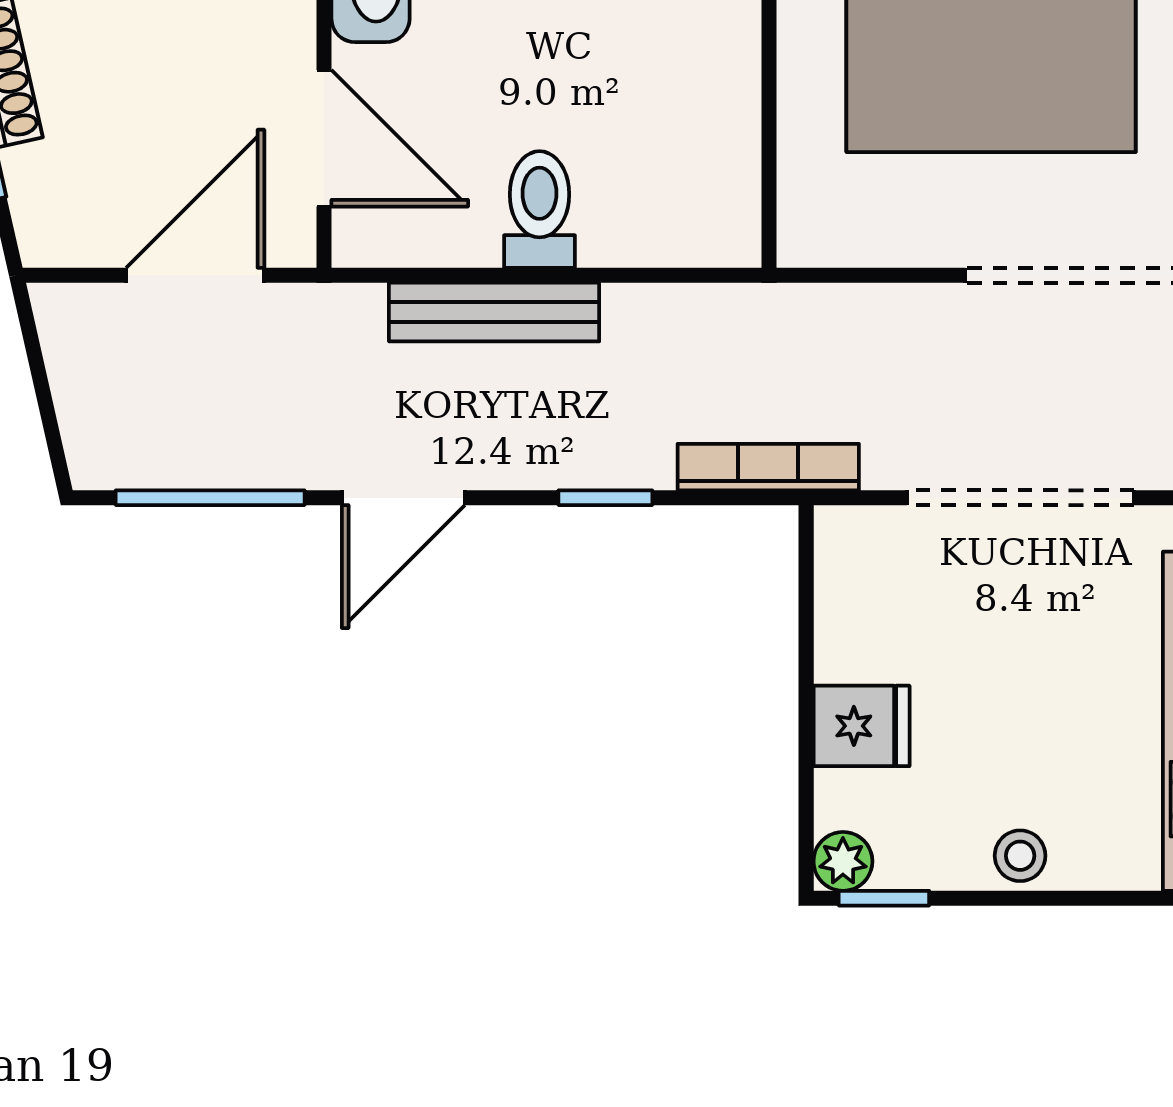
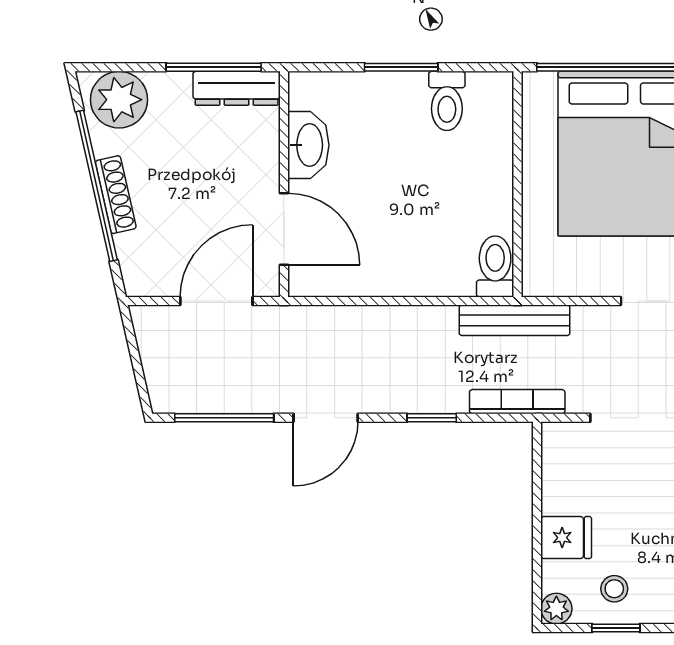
toilet: (539, 209) -> (495, 266), moved
bench: (494, 312) -> (515, 320), moved
stool: (1020, 856) -> (614, 589), moved
window: (884, 898) -> (616, 628), moved

